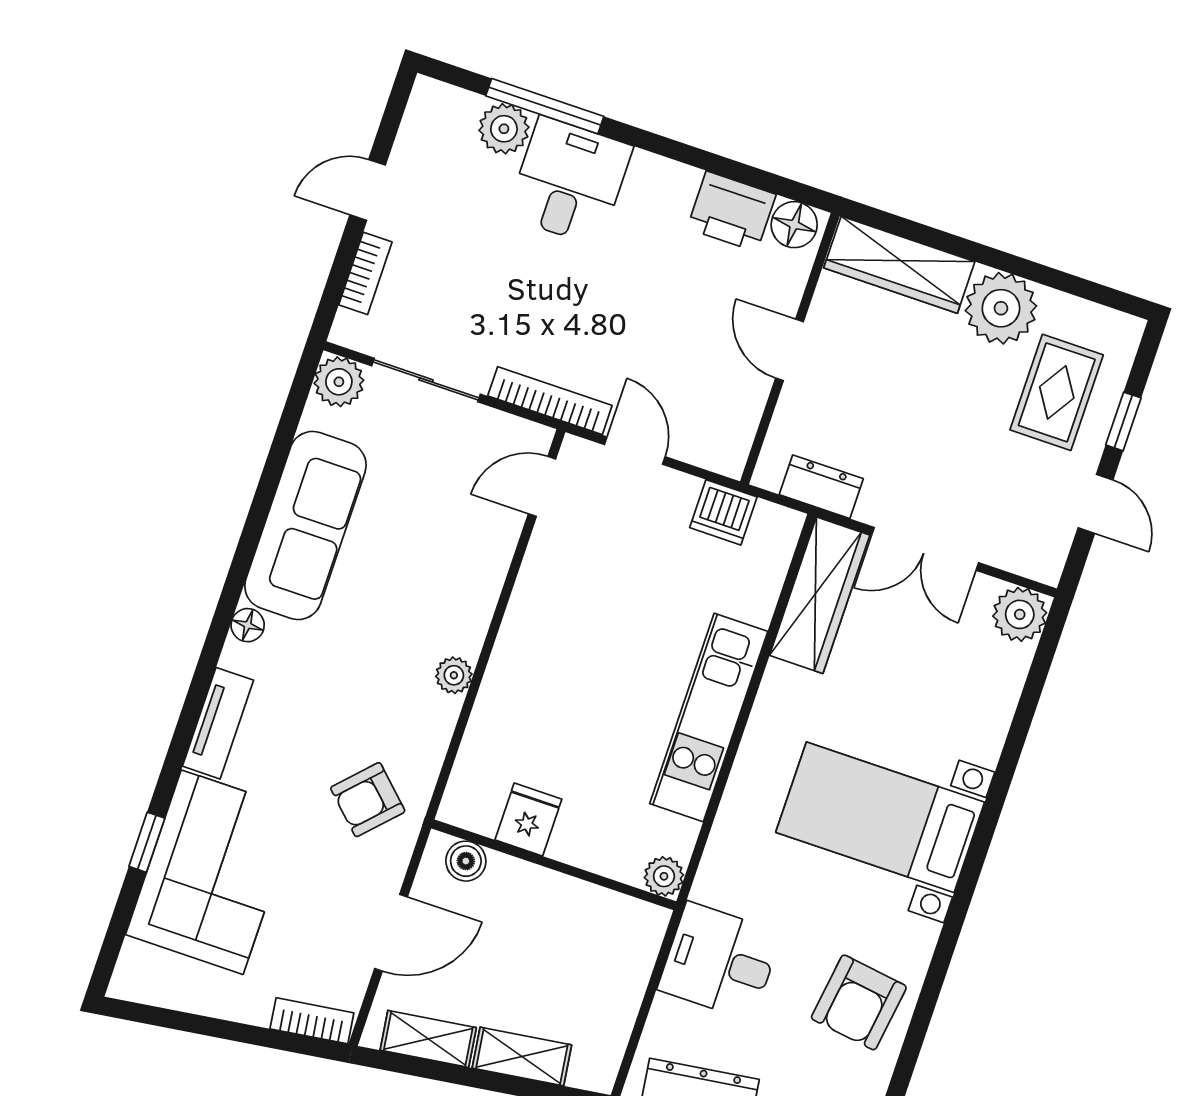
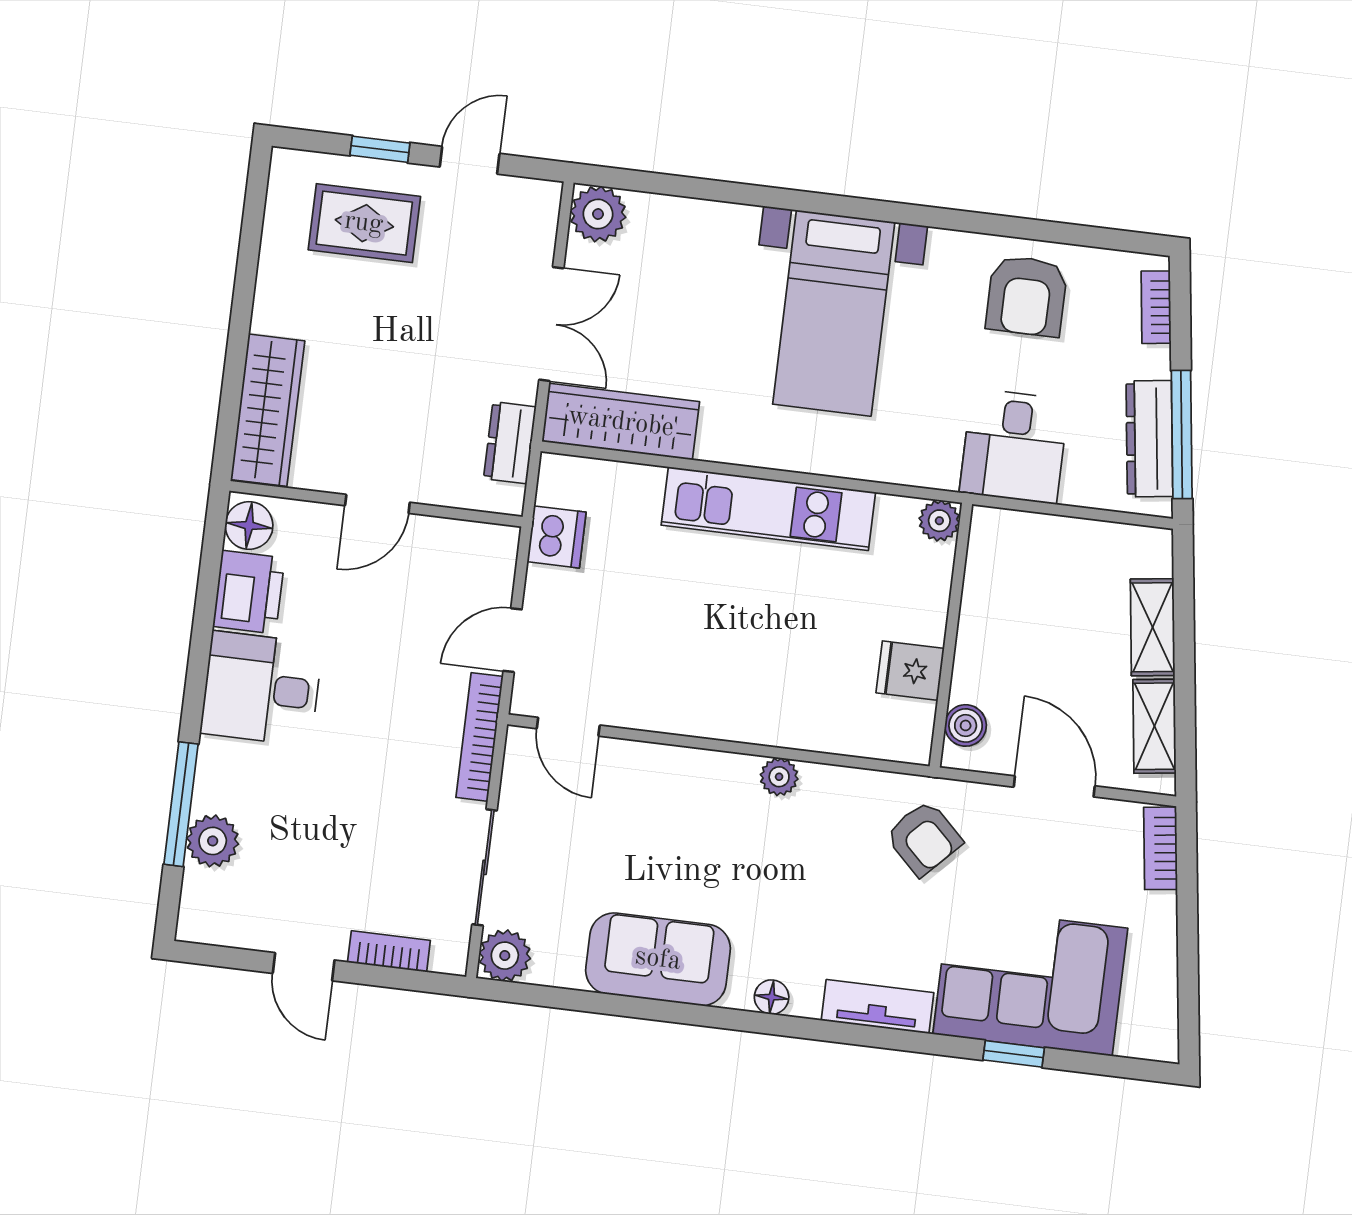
desk: (569, 181) -> (261, 689), moved
plant: (1001, 308) -> (290, 298), removed
sofa: (305, 525) -> (658, 959), width x0.73
armchair: (859, 1002) -> (1027, 296), turned 82

